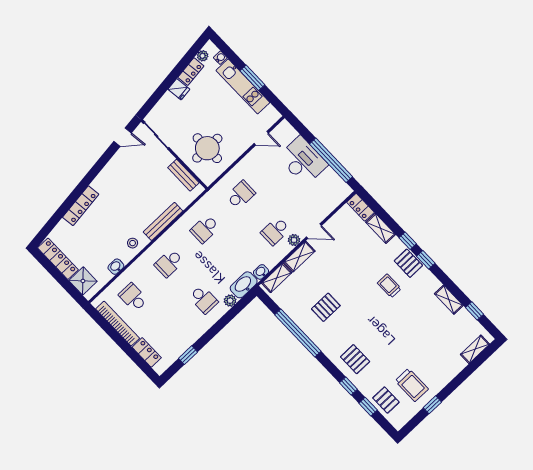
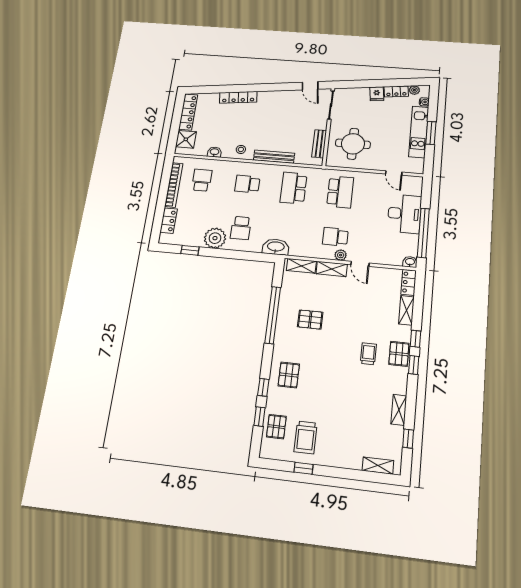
school desk: (241, 195) -> (340, 192), width x1.85
school desk: (205, 229) -> (293, 188), width x1.85
washbasin: (261, 272) -> (410, 262), moved
plant: (230, 301) -> (215, 238), moved, width x1.87, depth x1.87

